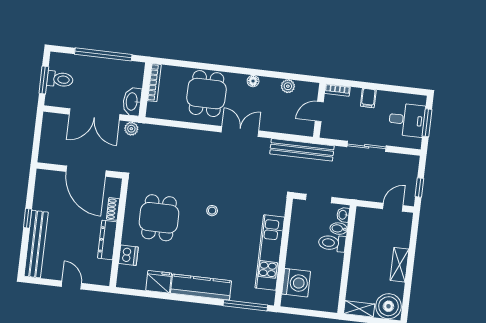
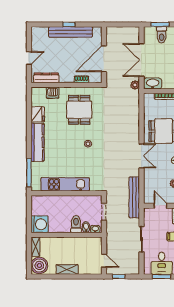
dining table: (159, 218) -> (79, 110), turned 90
dresser: (107, 240) -> (46, 78), moved
bench: (36, 244) -> (71, 32), moved
washing machine: (296, 283) -> (40, 224), moved, turned -90

